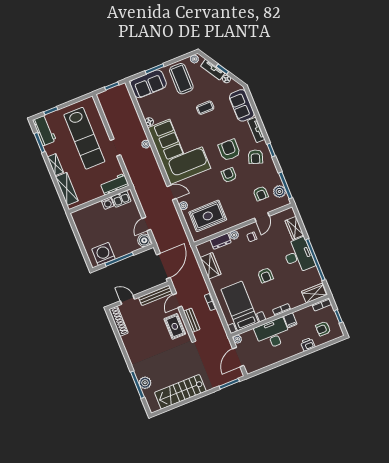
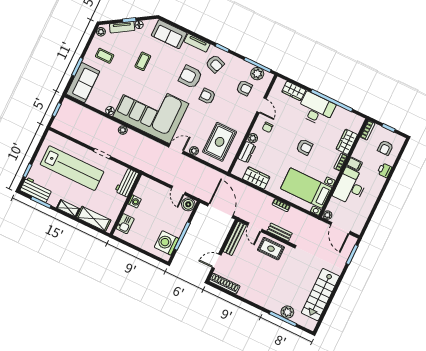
coffee table: (181, 79) -> (105, 56), width x0.54, depth x0.58
kitchen sink: (121, 199) -> (125, 224), moved
wardrobe: (314, 293) -> (347, 142), moved

